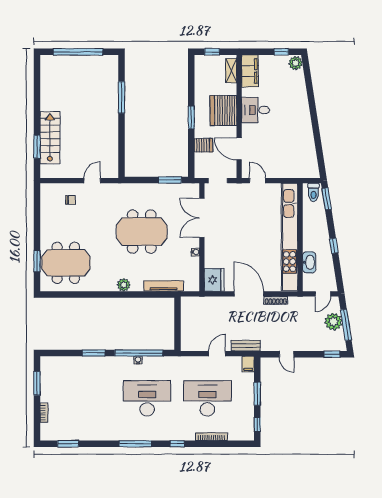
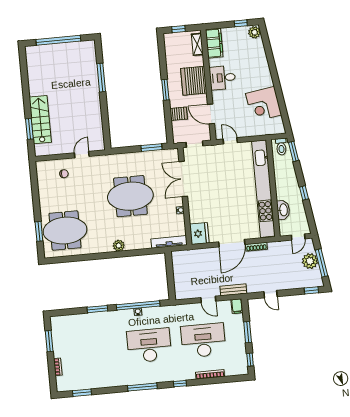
corner desk: (298, 144) -> (264, 104), added
tv unit: (164, 286) -> (169, 242), moved
door: (249, 294) -> (232, 243), swing flipped
door: (217, 354) -> (208, 299), swing flipped

